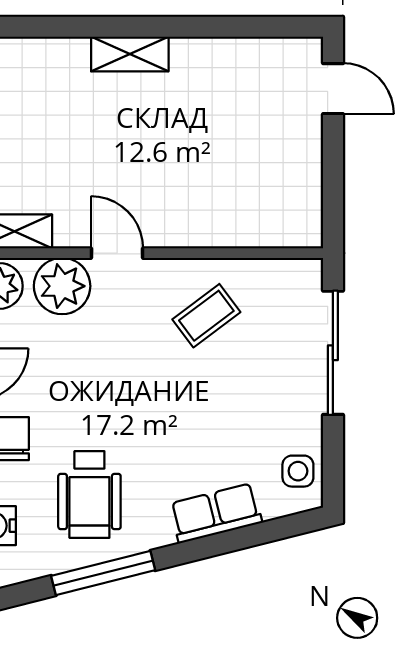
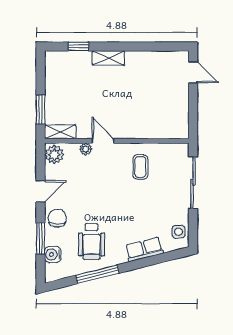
window: (58, 27) -> (78, 46), added
plant: (62, 286) -> (86, 149), width x0.53, depth x0.53
coffee table: (206, 316) -> (140, 167), turned -53

